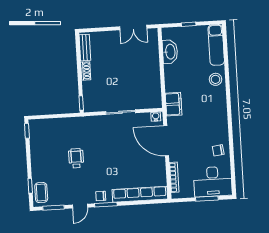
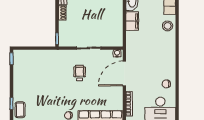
filing cabinet: (174, 104) -> (132, 21), moved
door: (166, 141) -> (124, 74), hinge flipped
wheelchair: (76, 158) -> (80, 73), moved

